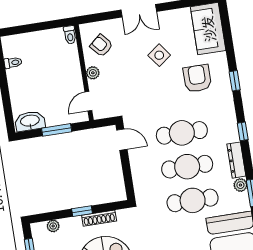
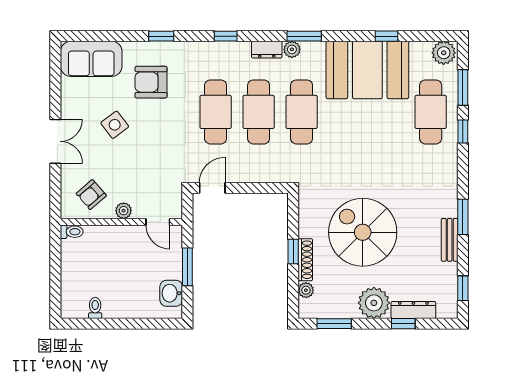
washbasin: (30, 121) -> (171, 293), width x0.72
dresser: (236, 160) -> (267, 50), width x0.70
shoe rack: (99, 218) -> (305, 260), moved

